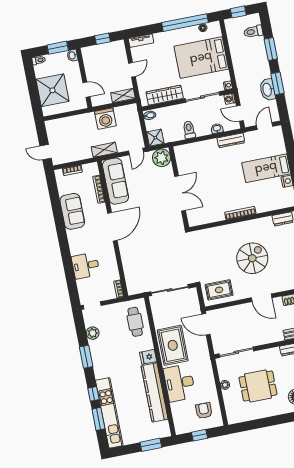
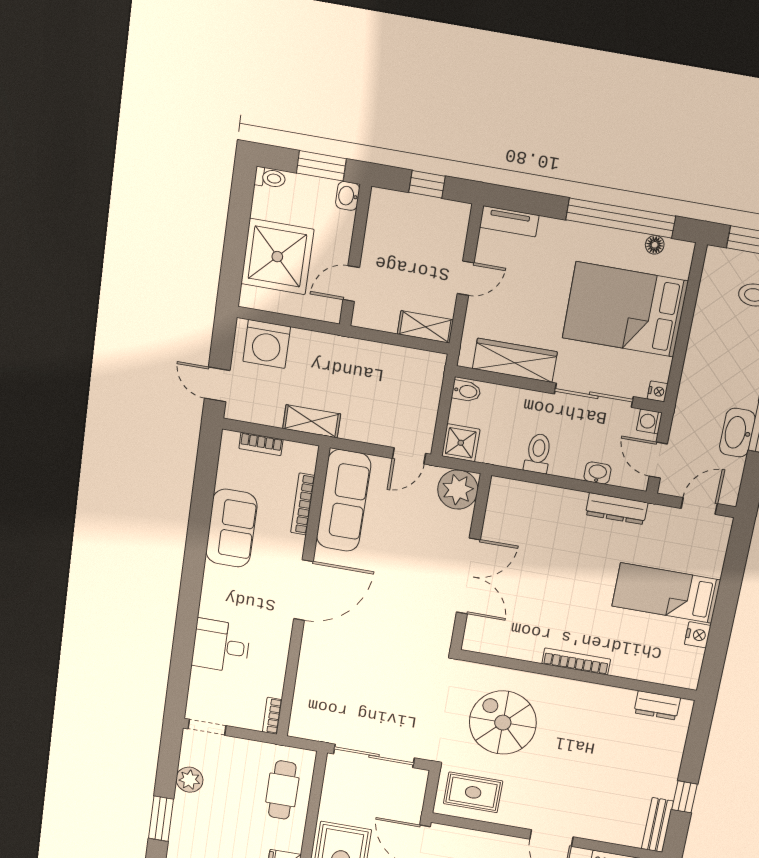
door: (86, 90) -> (351, 284), swing flipped
washing machine: (105, 119) -> (267, 344), moved
shelving: (104, 150) -> (312, 421), moved
spiral stairs: (252, 258) -> (503, 723), moved, turned -90

